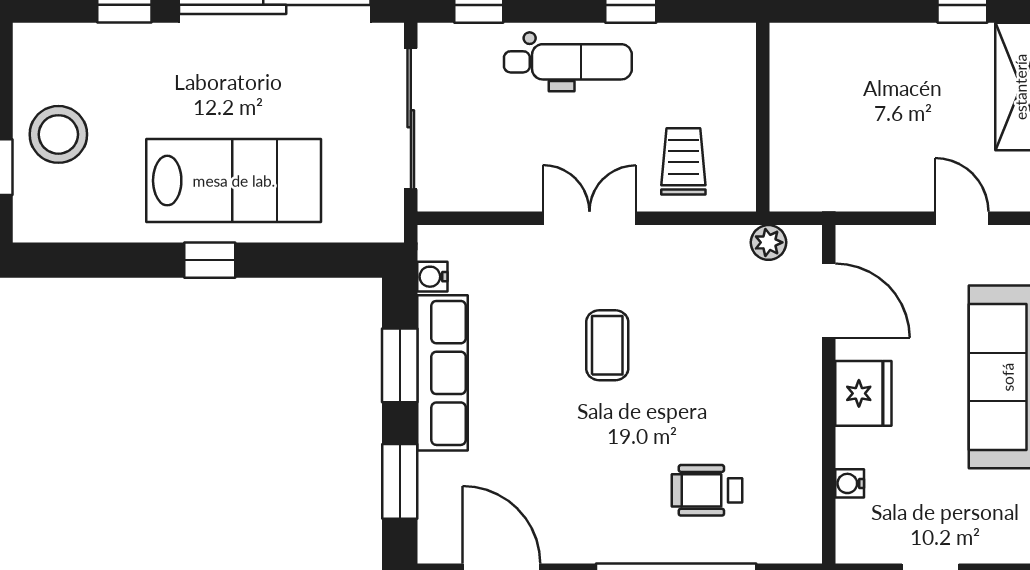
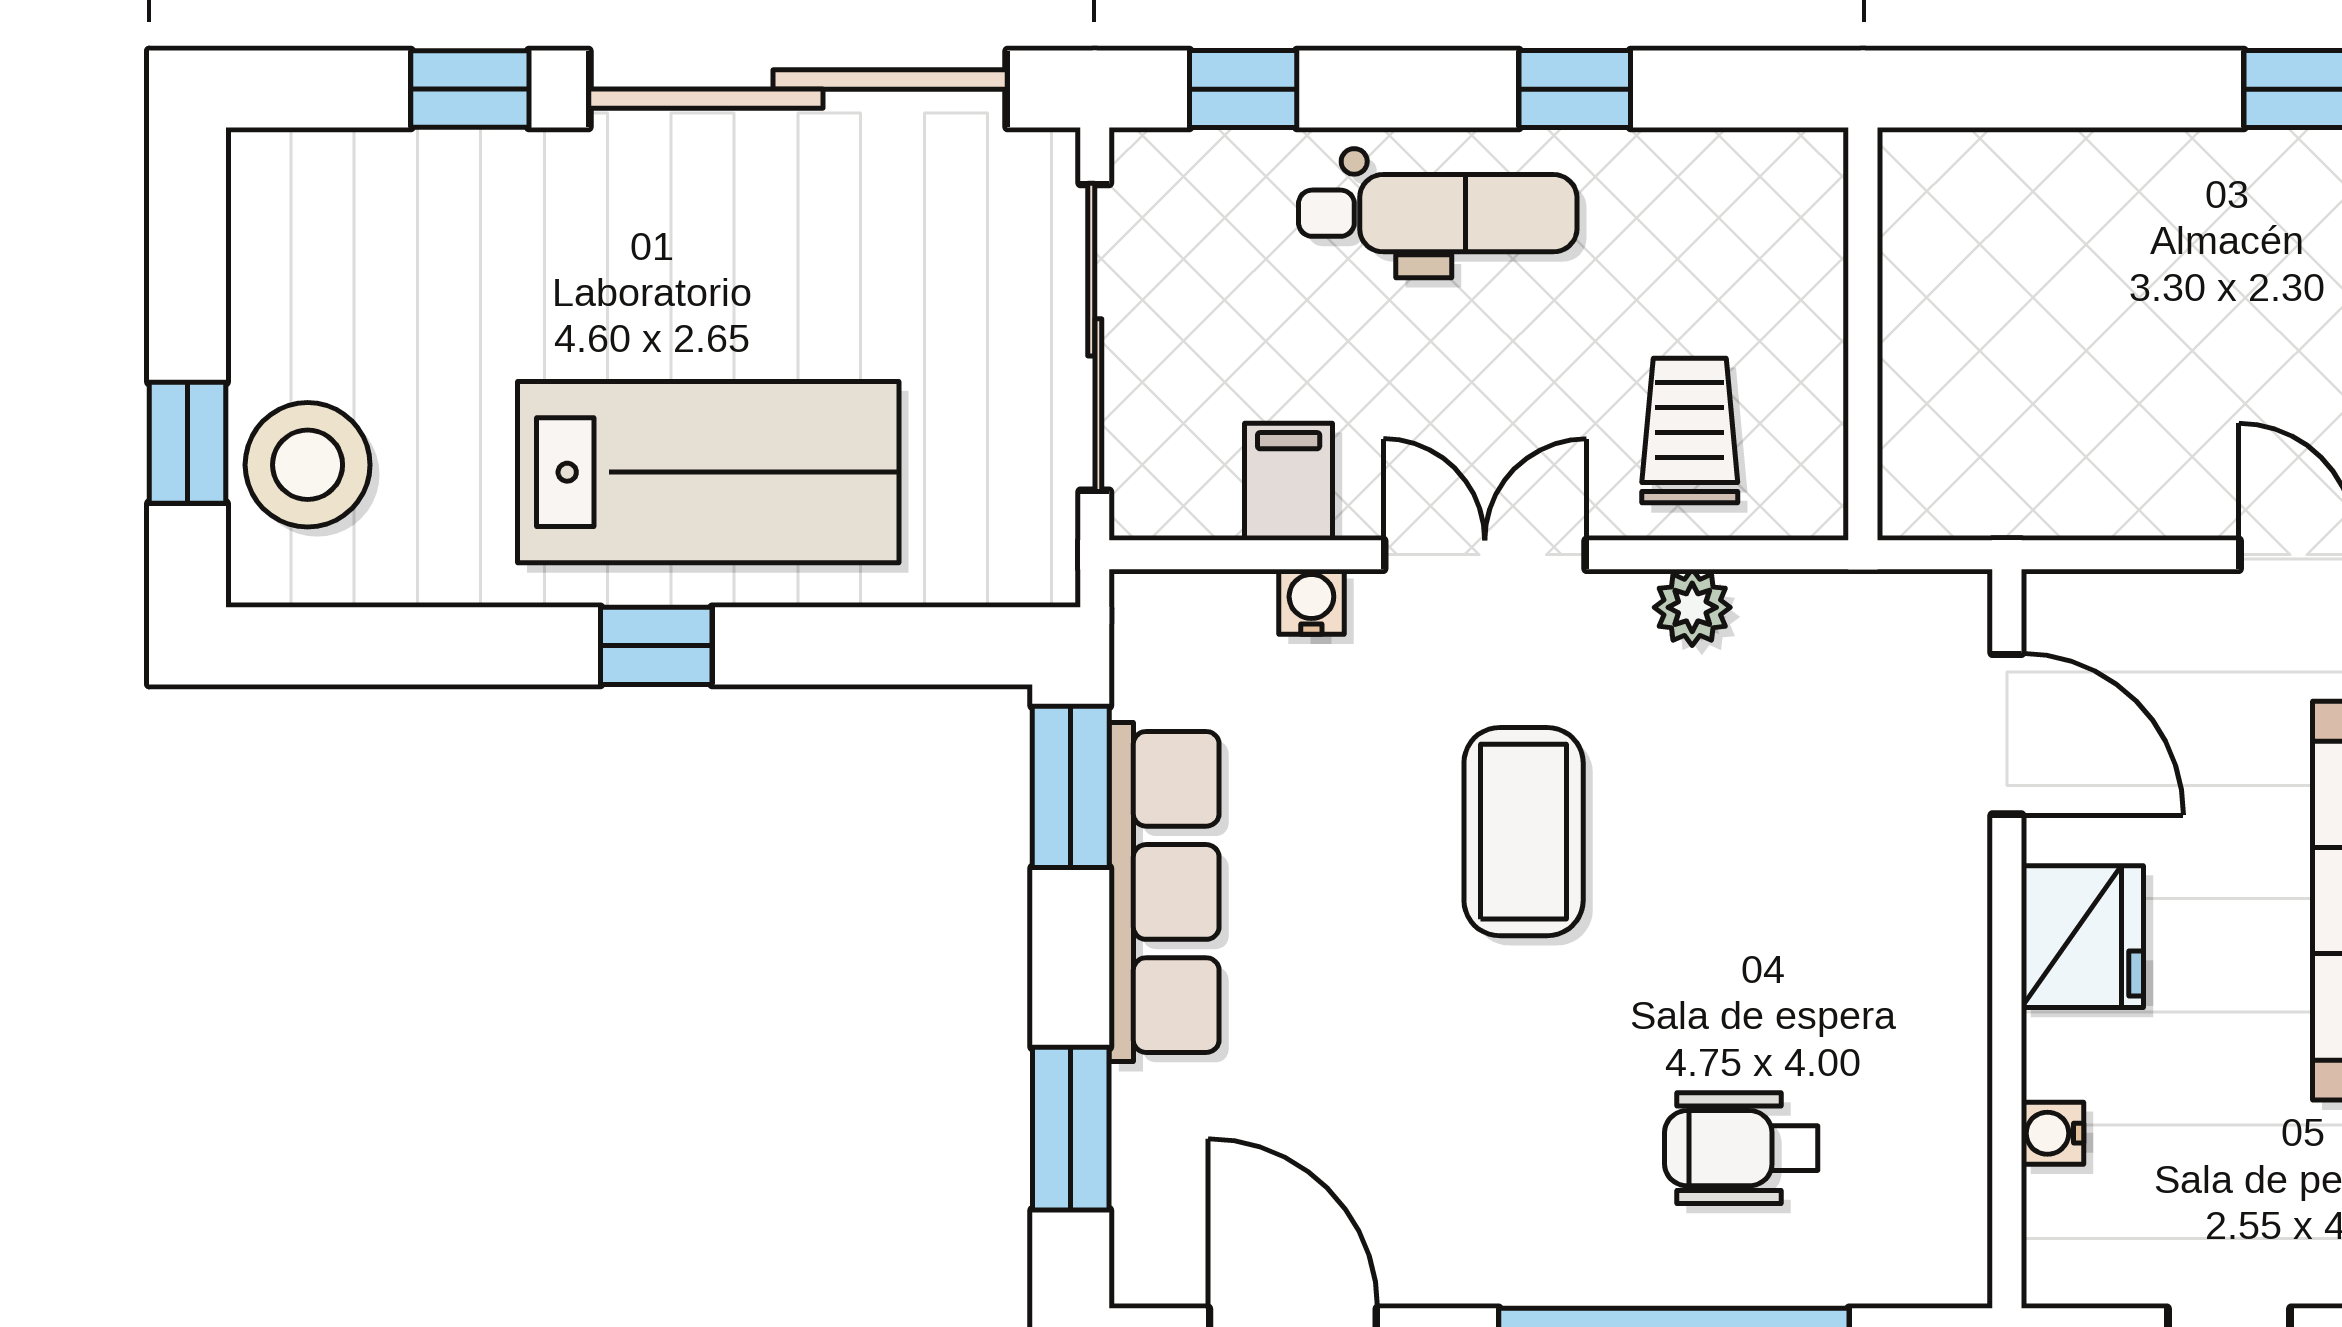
stool: (58, 134) -> (308, 465), moved
filing cabinet: (500, 185) -> (1289, 482), added
plant: (769, 242) -> (1692, 607), moved
water cooler: (432, 277) -> (1311, 602), moved, turned 90
coffee table: (607, 345) -> (1524, 832), width x1.36, depth x1.30
window: (400, 365) -> (1071, 787), moved

